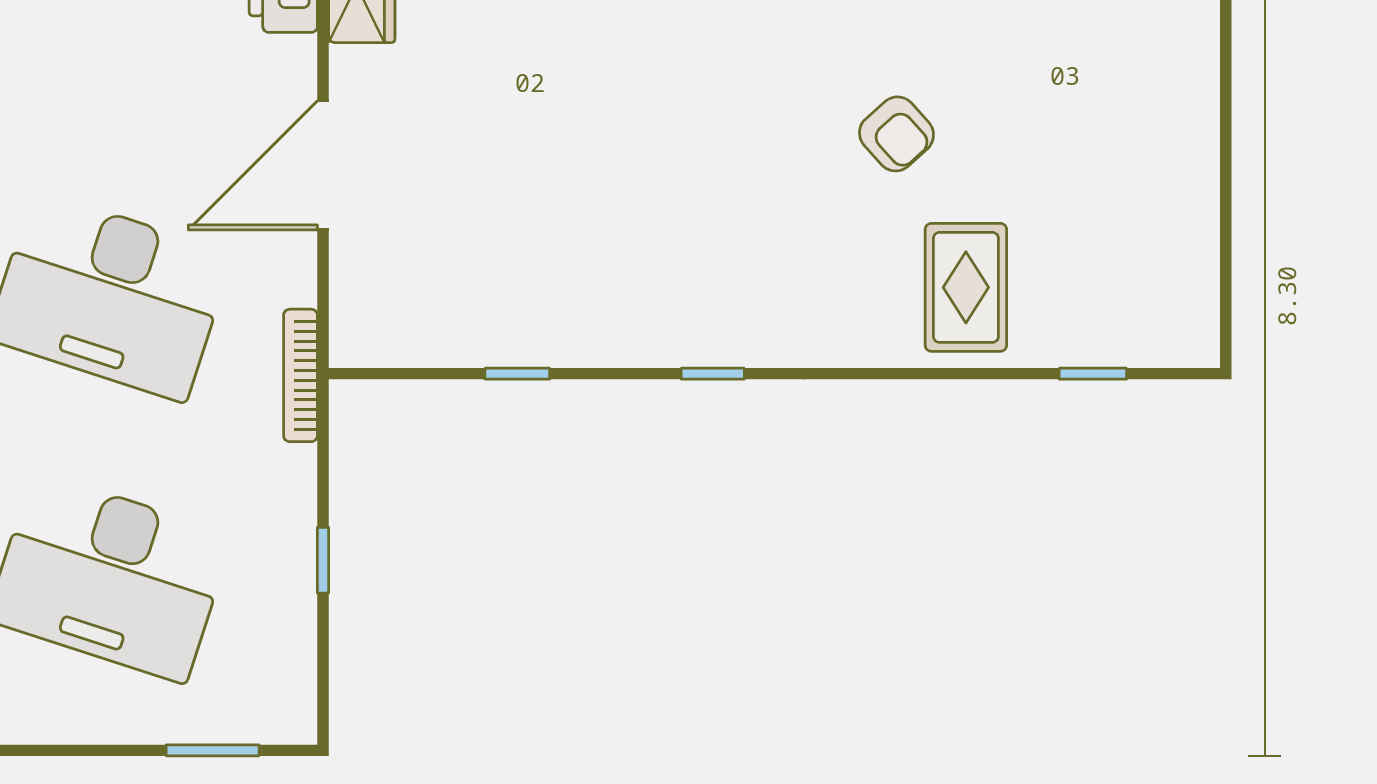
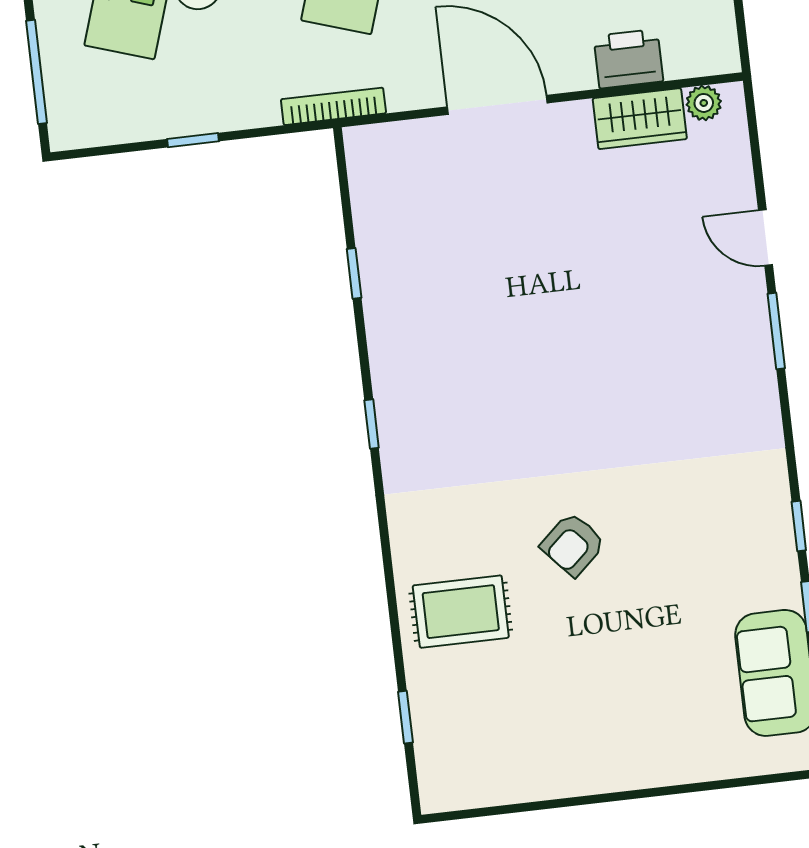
window: (213, 750) -> (36, 72), width x1.44

